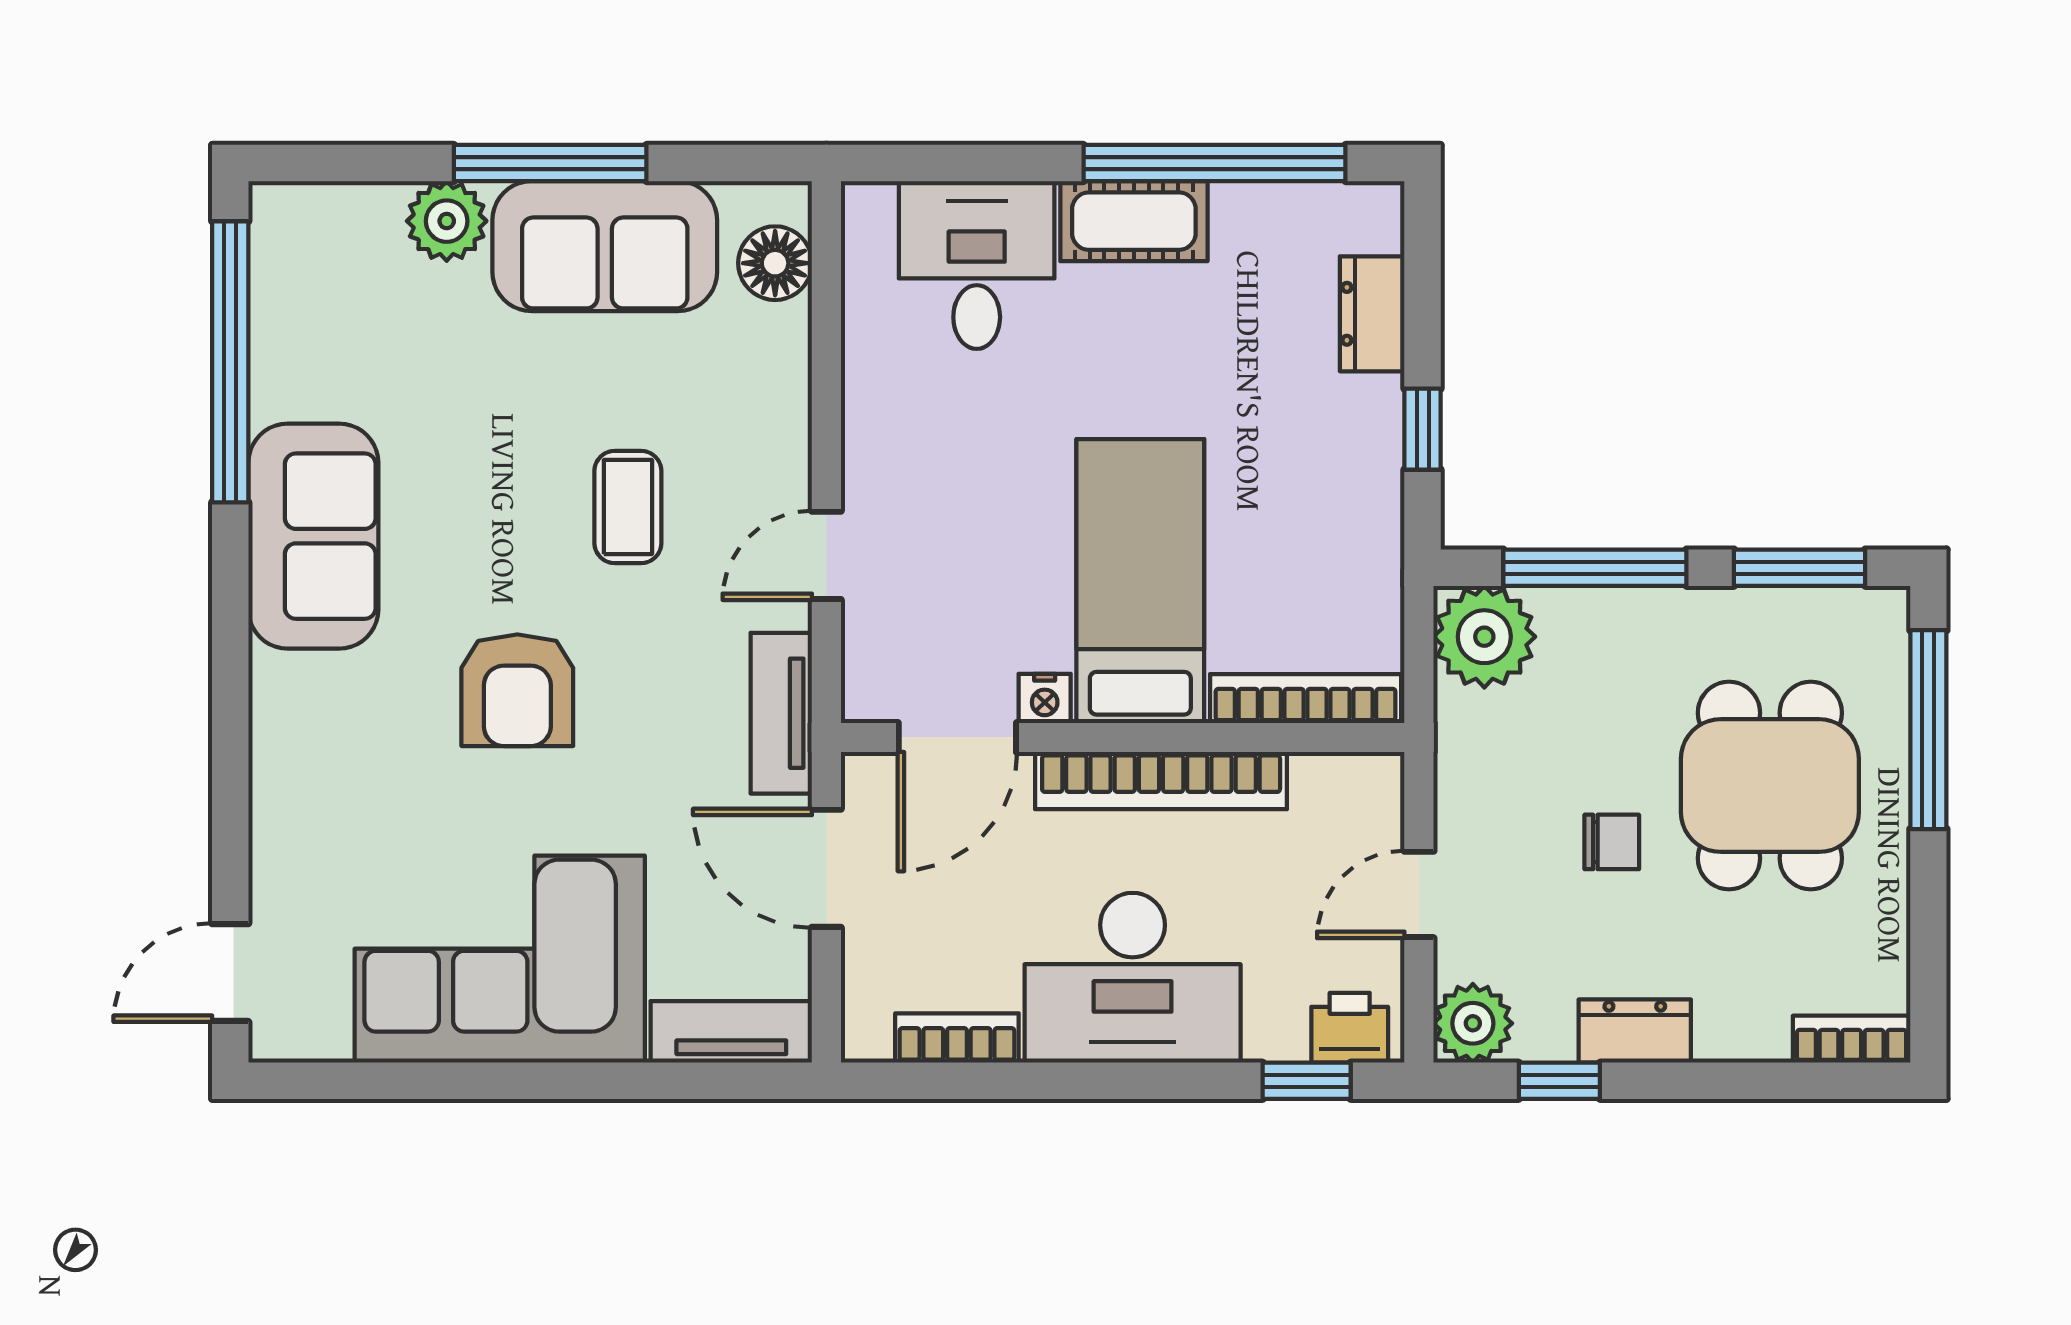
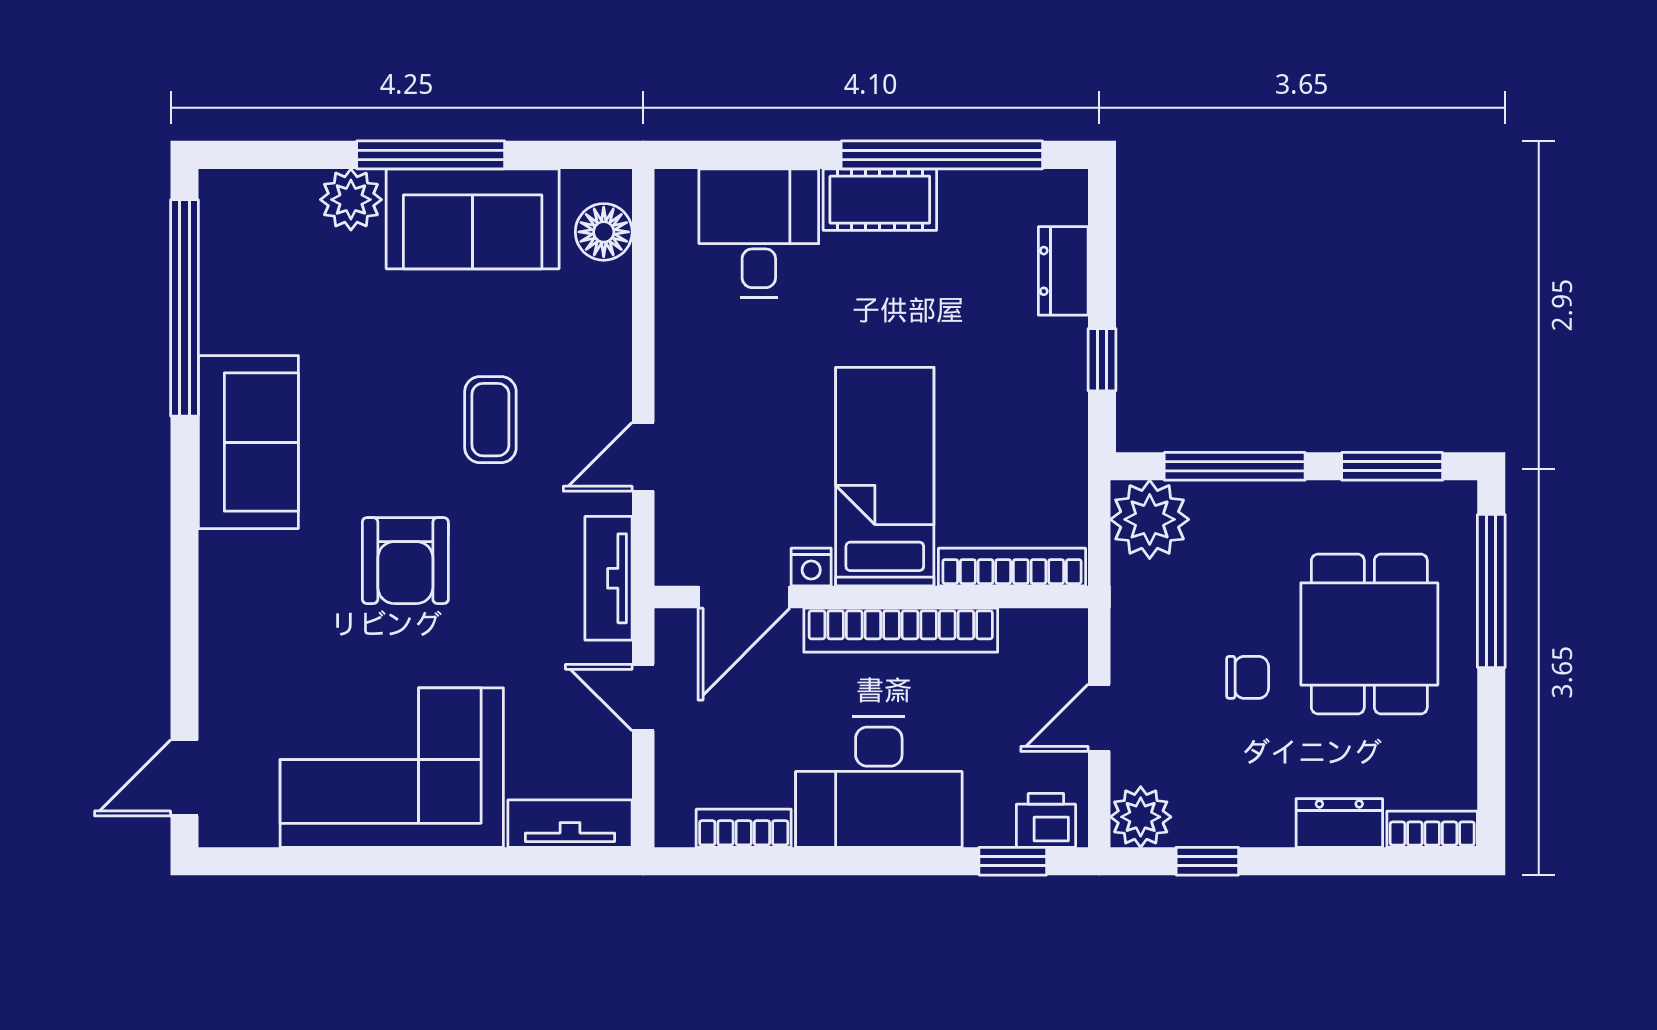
door: (826, 868) -> (643, 698), width x0.73
dresser: (1635, 1031) -> (1339, 823), moved

